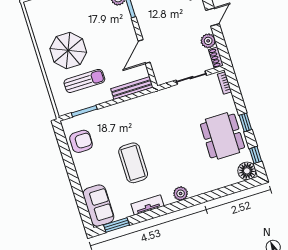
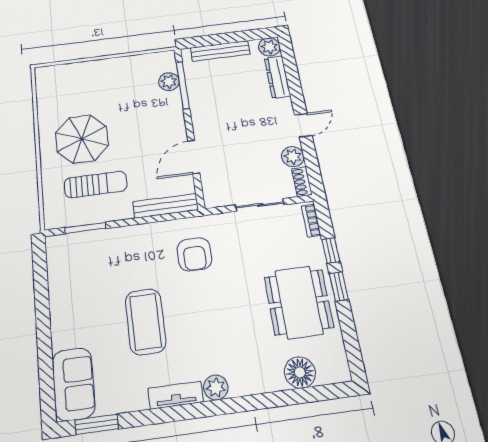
armchair: (81, 141) -> (194, 254), moved, turned 90
window: (256, 155) -> (331, 251), moved
floor lamp: (247, 171) -> (300, 372), moved
tv unit: (147, 205) -> (176, 395), moved

